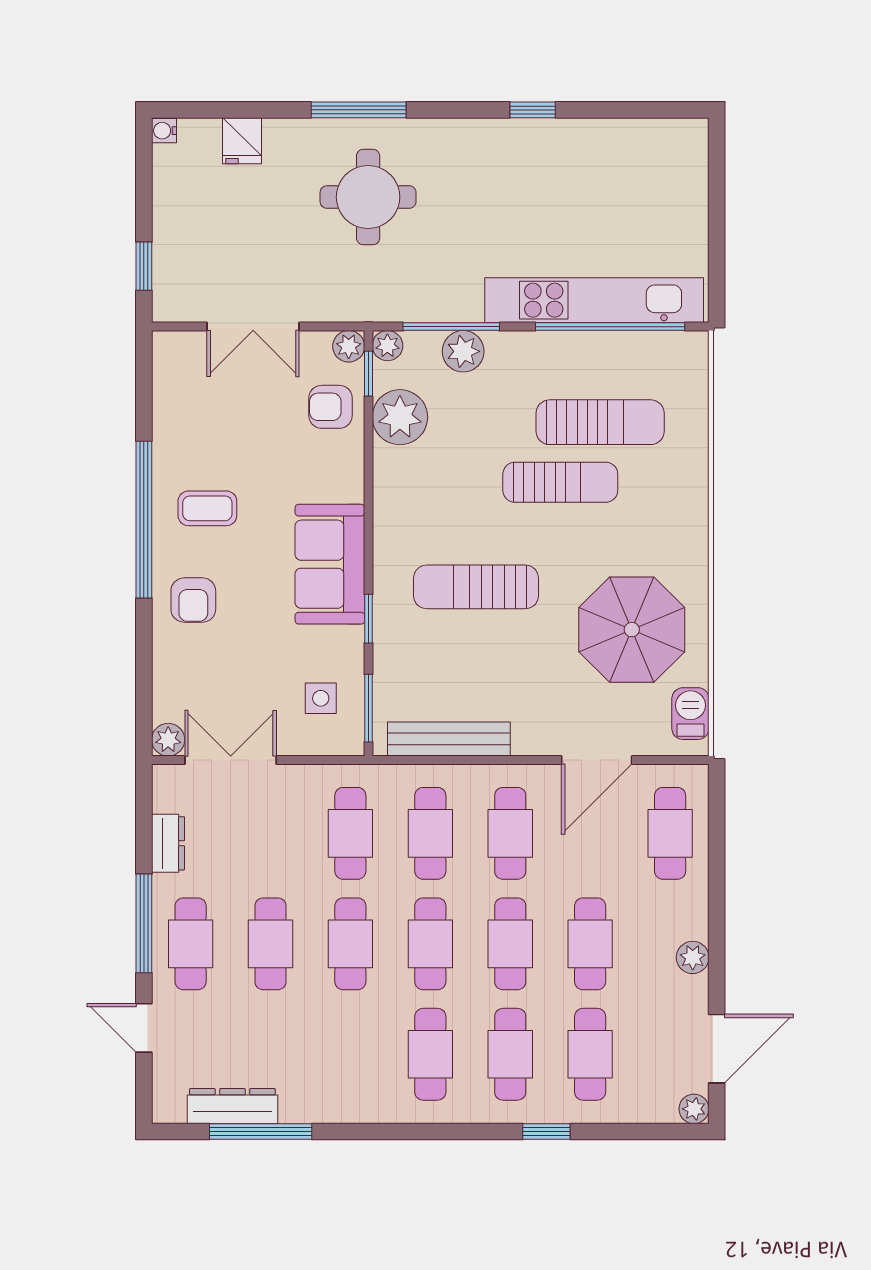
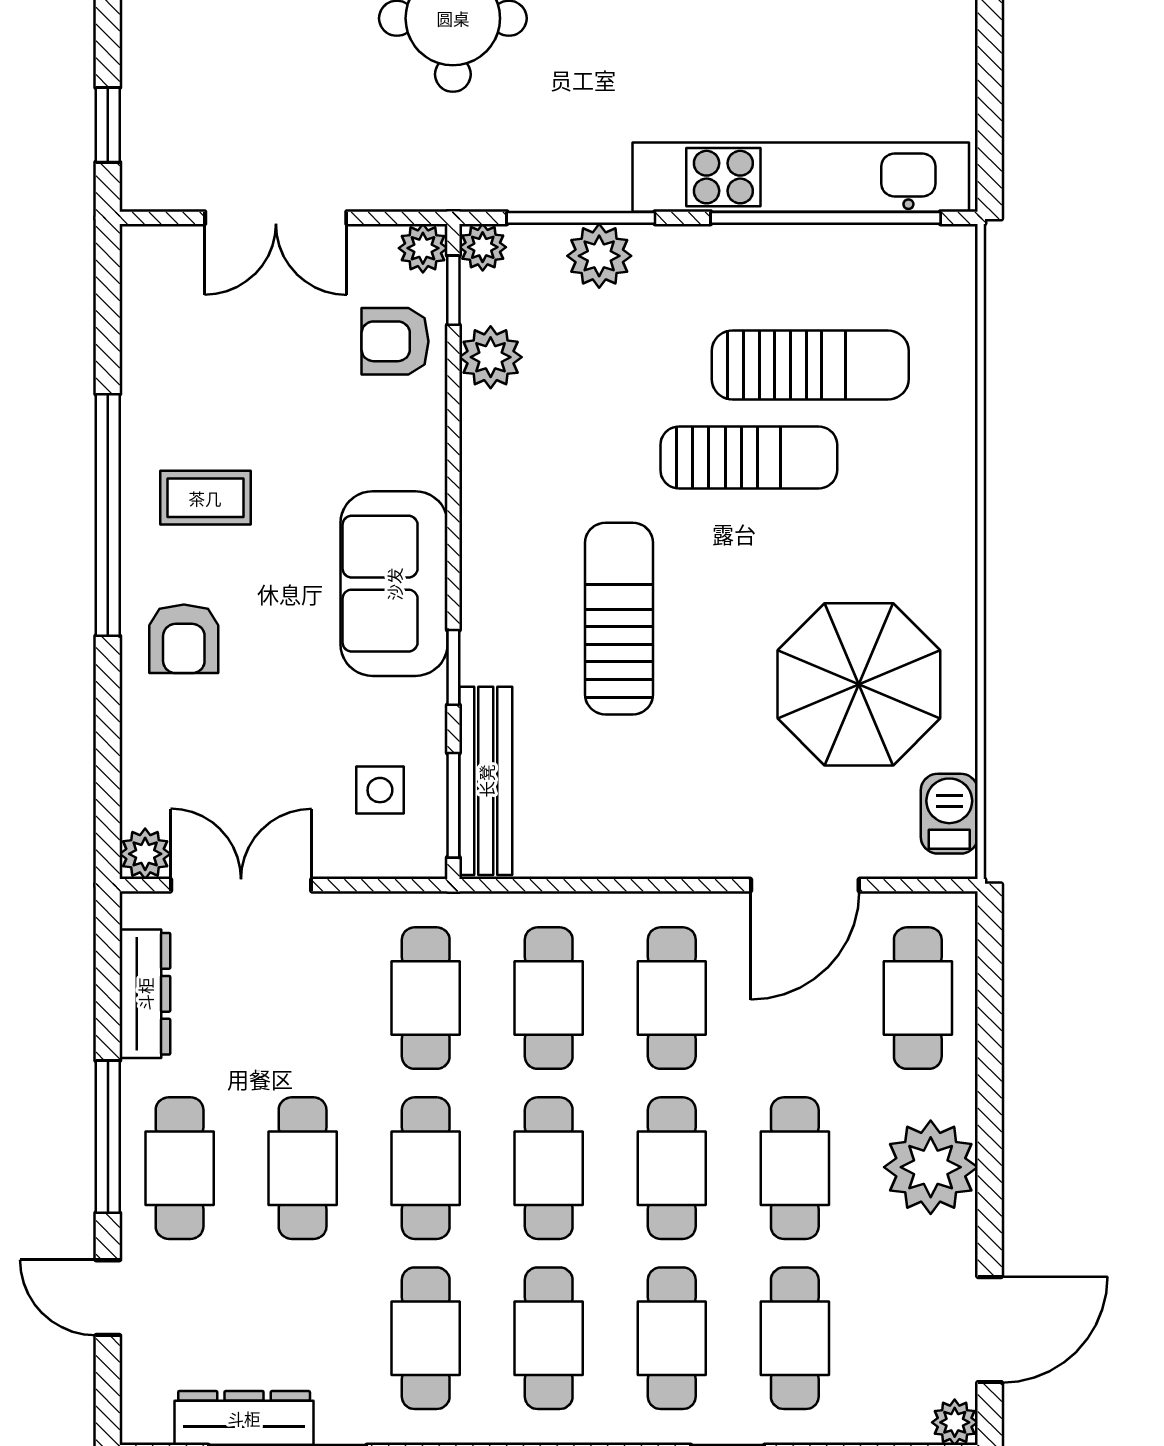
plant: (400, 417) -> (491, 357), width x0.73, depth x0.73
sun lounger: (476, 587) -> (619, 619), turned 90
bench: (449, 739) -> (486, 781), moved, turned 90
dresser: (168, 843) -> (145, 994), width x1.44
plant: (693, 957) -> (931, 1167), width x1.87, depth x1.87
cafe table: (350, 1054) -> (426, 1338), added

